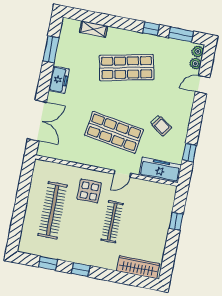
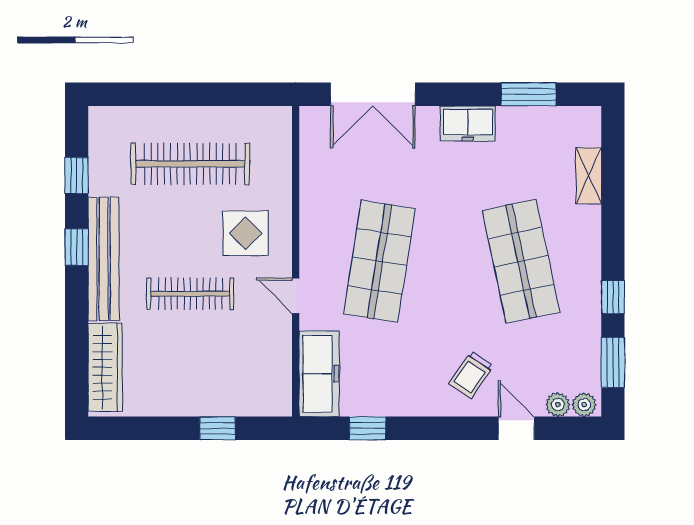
trolley: (161, 125) -> (471, 375), moved
bench: (88, 258) -> (104, 259), added

